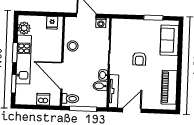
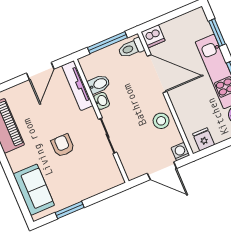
washing machine: (101, 23) -> (180, 152), moved
dishwasher: (43, 99) -> (153, 36), moved

